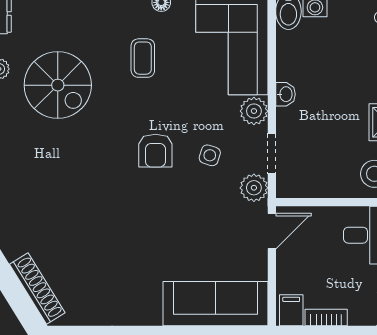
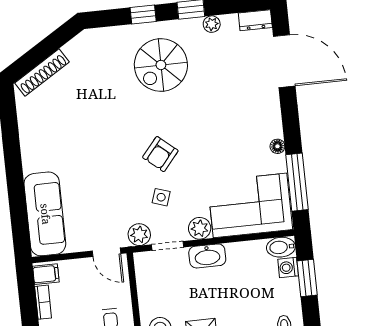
coffee table: (143, 58) -> (232, 136), removed
spiral stairs: (58, 85) -> (161, 65), moved
washbasin: (285, 94) -> (207, 256), width x1.91, depth x1.45
armchair: (155, 151) -> (160, 154), turned -50

